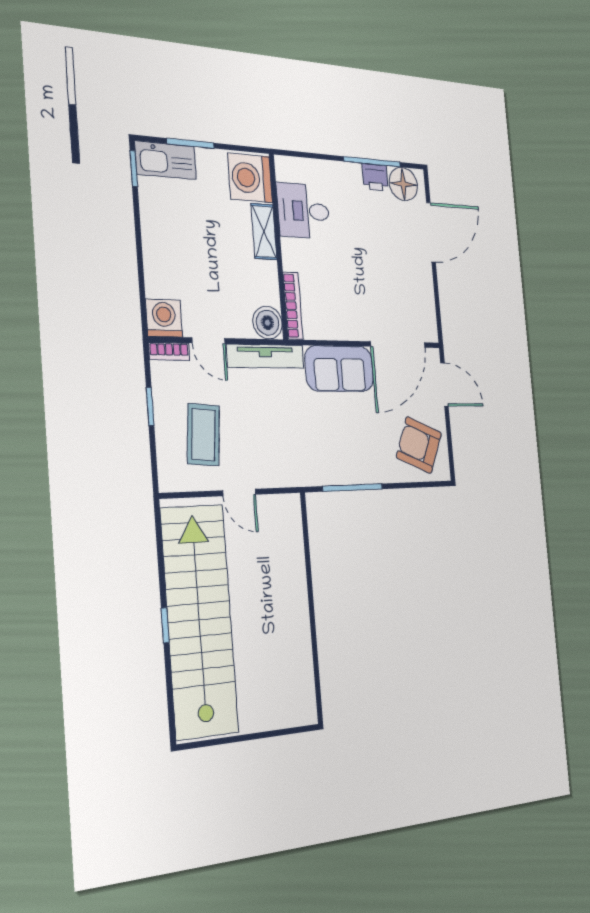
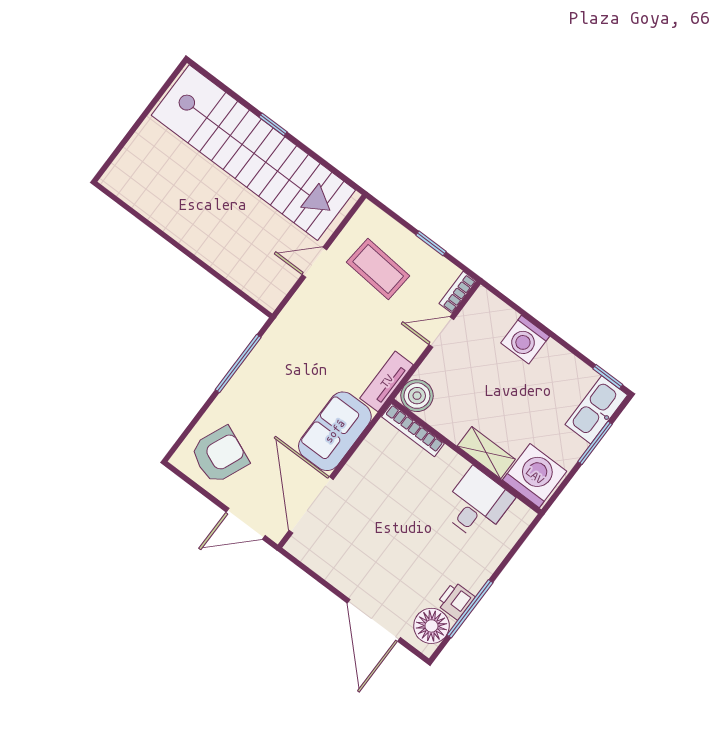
washing machine: (164, 318) -> (525, 340), moved, turned 90
tv unit: (265, 356) -> (387, 381), width x0.71

